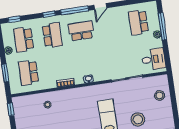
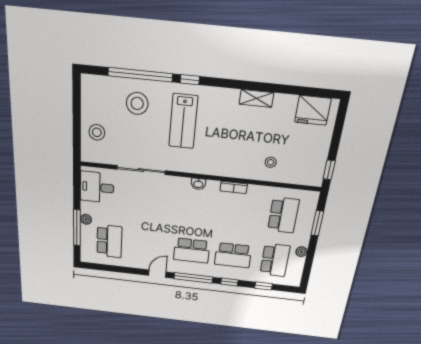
window: (14, 19) -> (263, 286), moved
school desk: (52, 35) -> (233, 255), turned -90

